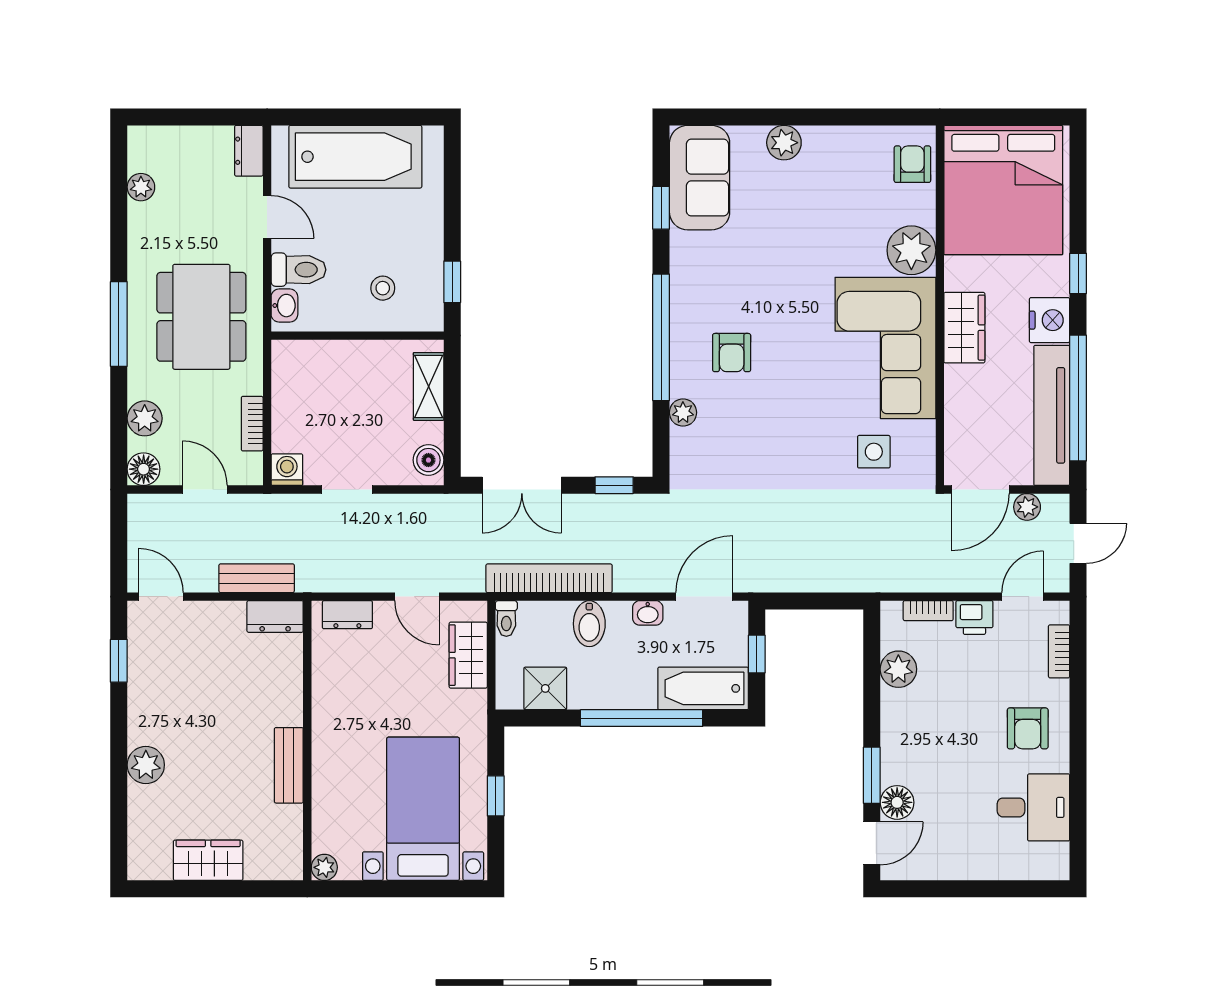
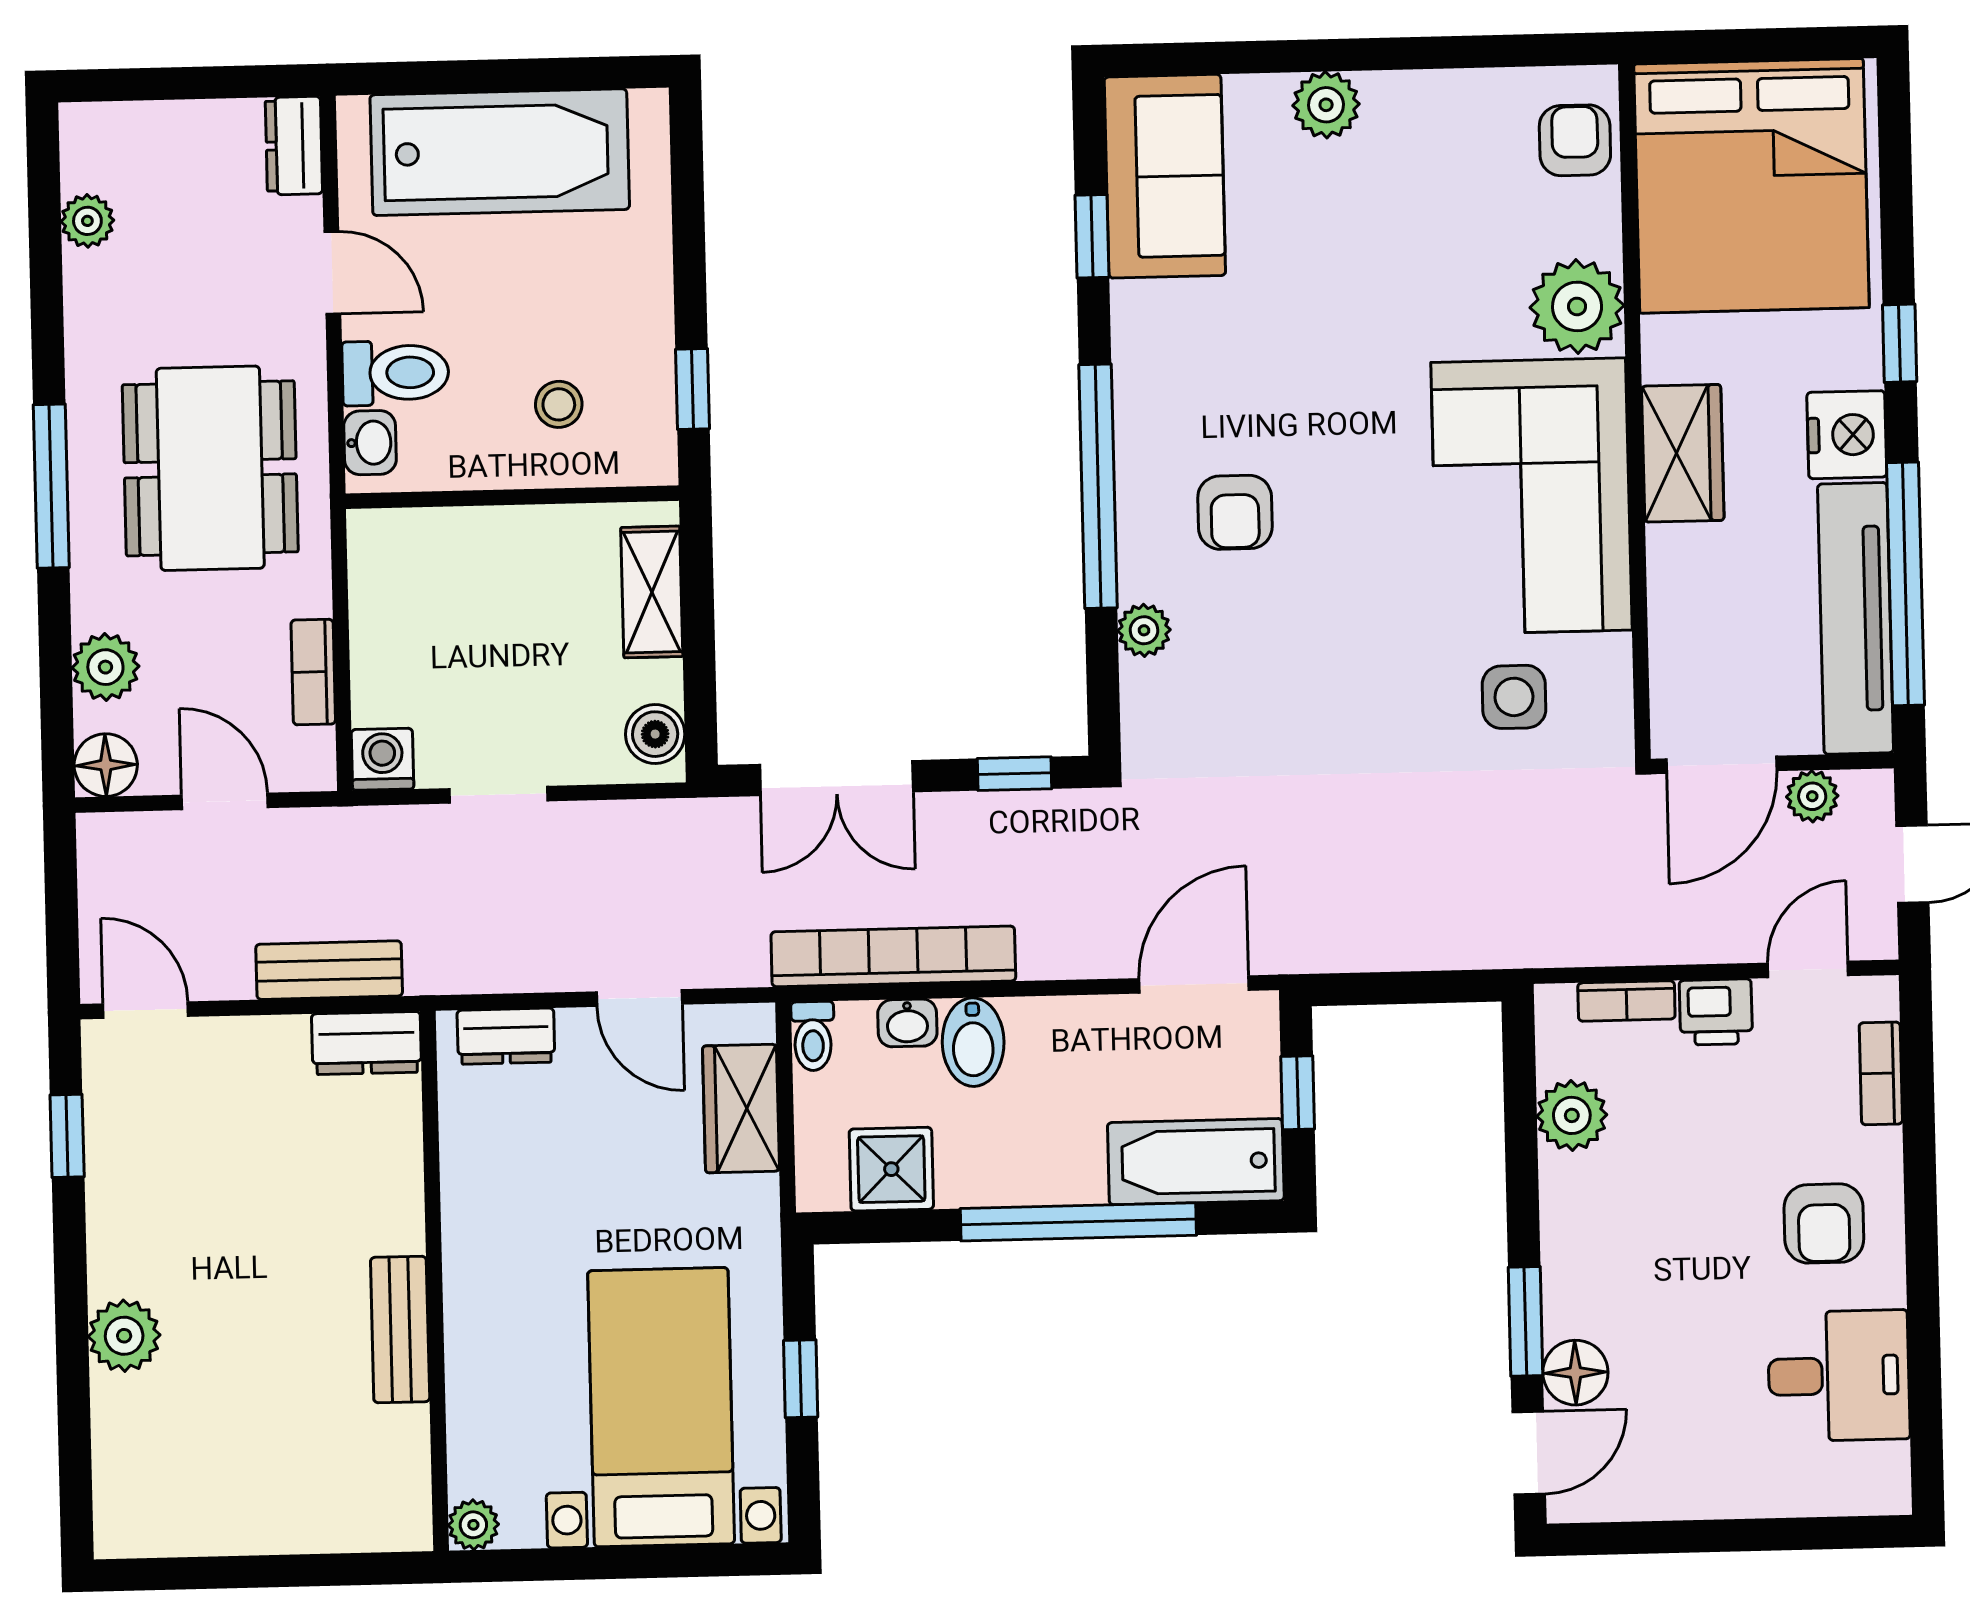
washbasin: (648, 613) -> (907, 1023), moved
wardrobe: (208, 860) -> (249, 1517), removed

